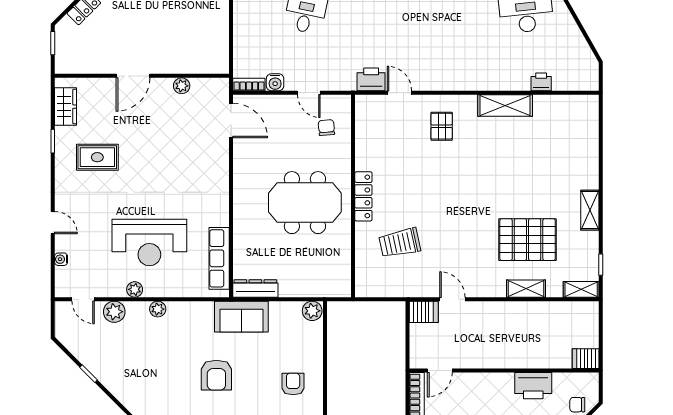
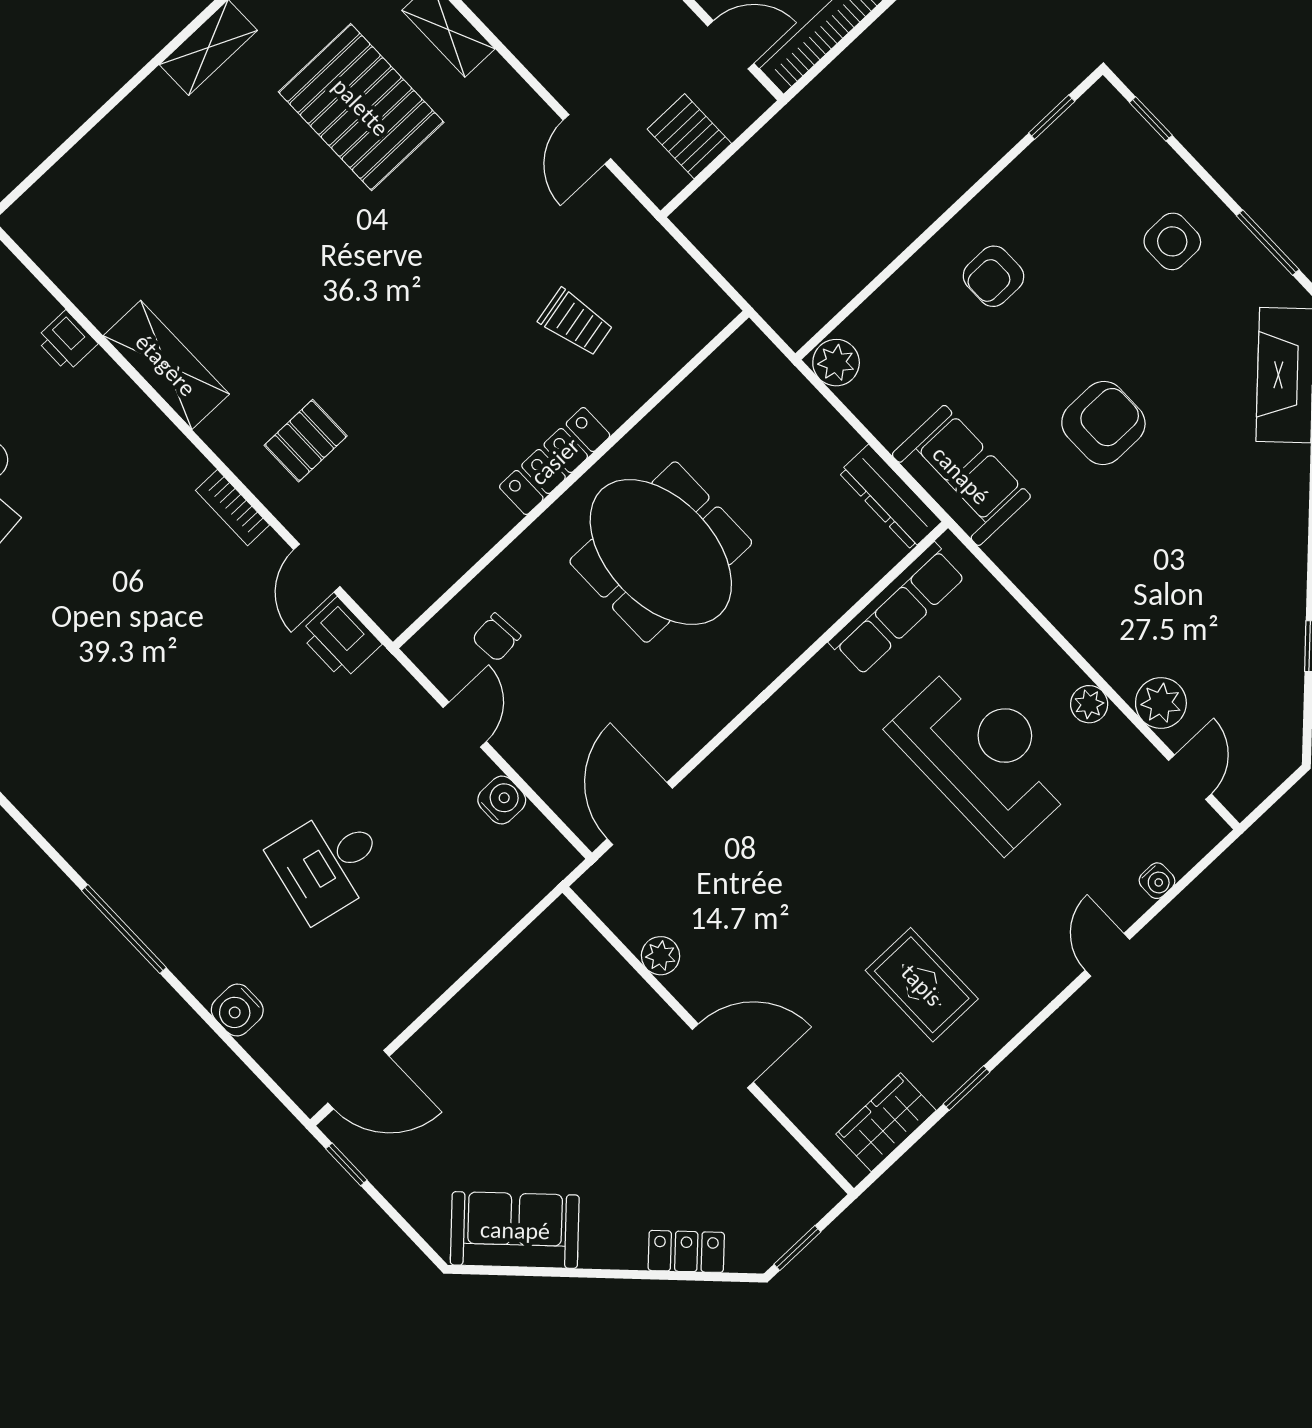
bookcase: (249, 84) -> (233, 508), moved
trolley: (400, 243) -> (576, 322), width x0.73, depth x0.72
plant: (158, 309) -> (1085, 632), removed
server rack: (424, 312) -> (689, 136), moved

